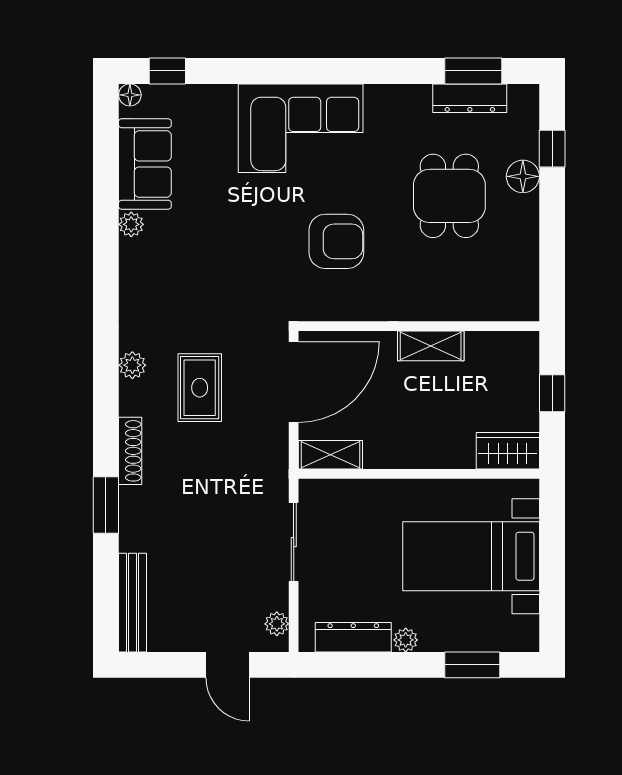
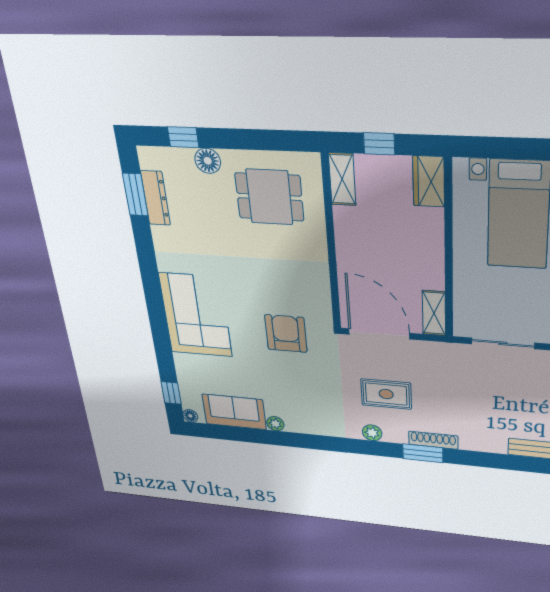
dining table: (449, 196) -> (269, 197), moved
armchair: (336, 241) -> (286, 334), moved
shelving: (431, 346) -> (342, 179), moved
window: (106, 505) -> (423, 453), moved

